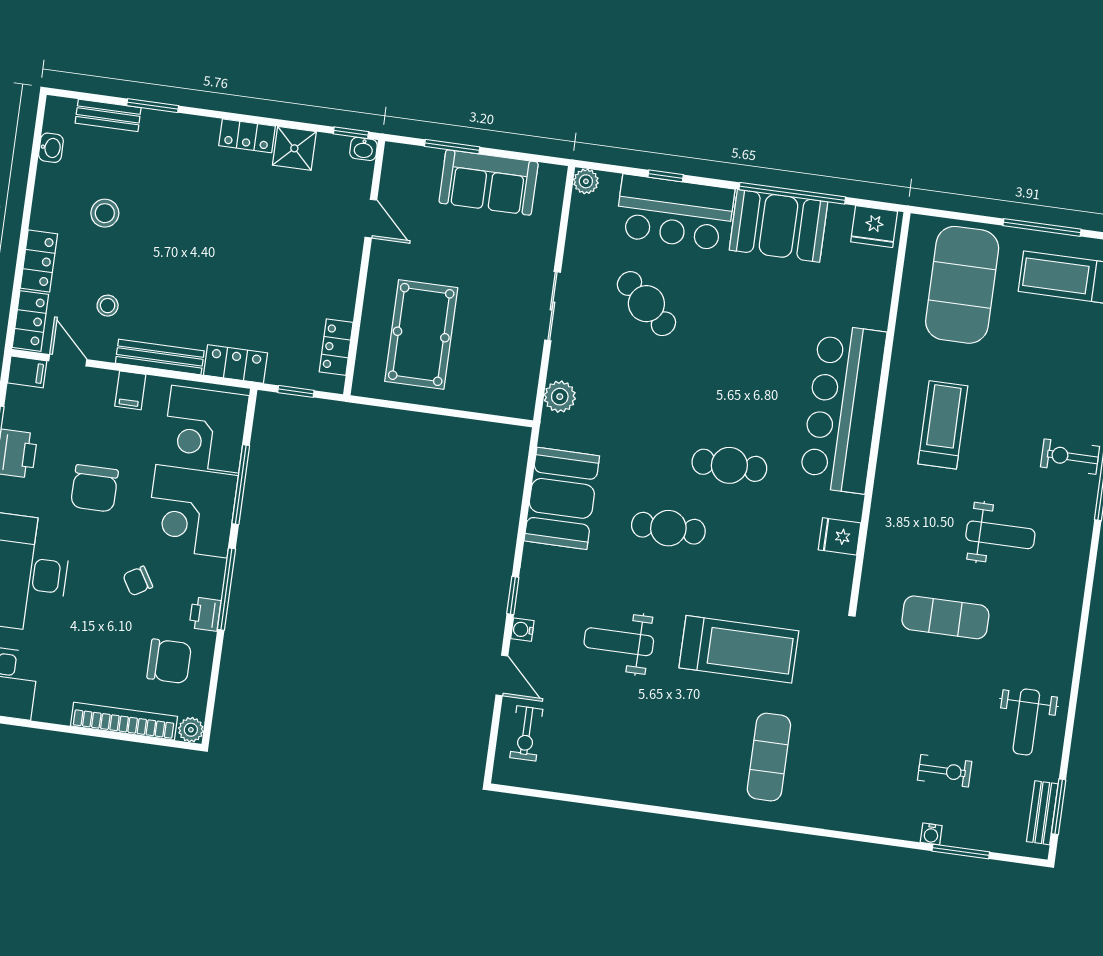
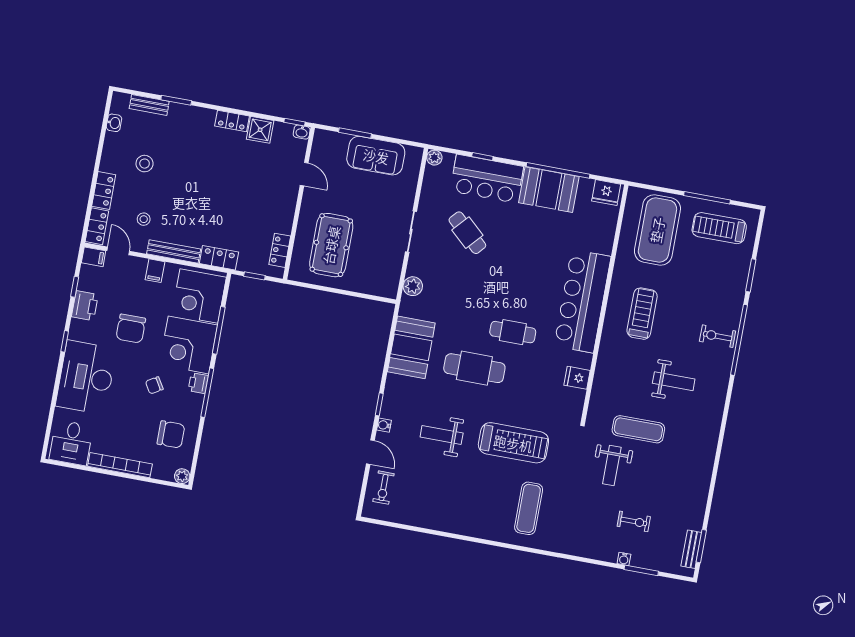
cafe table: (668, 528) -> (474, 368), width x1.37, depth x1.35
printer: (205, 614) -> (198, 383), moved
bookcase: (124, 721) -> (120, 465), moved
weight bench: (1026, 722) -> (612, 465), moved

